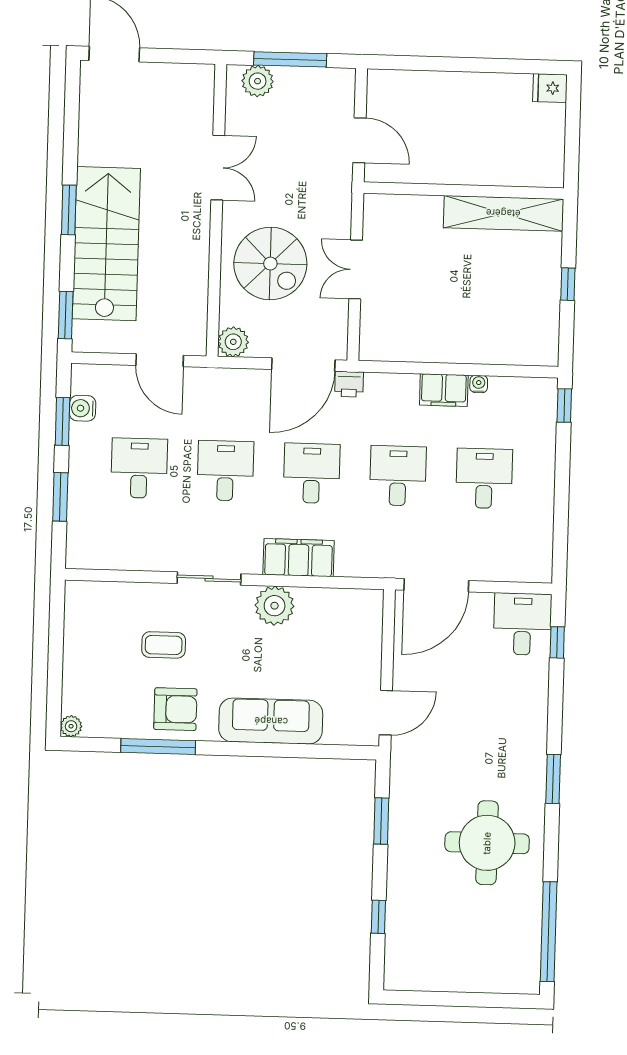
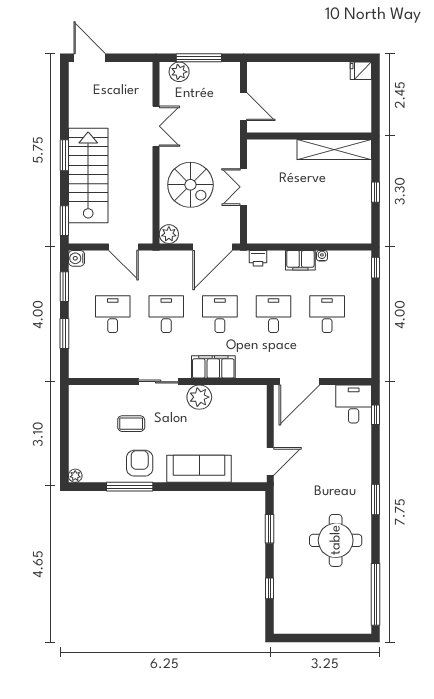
printer: (349, 384) -> (258, 258), moved
water cooler: (83, 408) -> (77, 258), moved
armchair: (175, 709) -> (140, 463), turned -90

